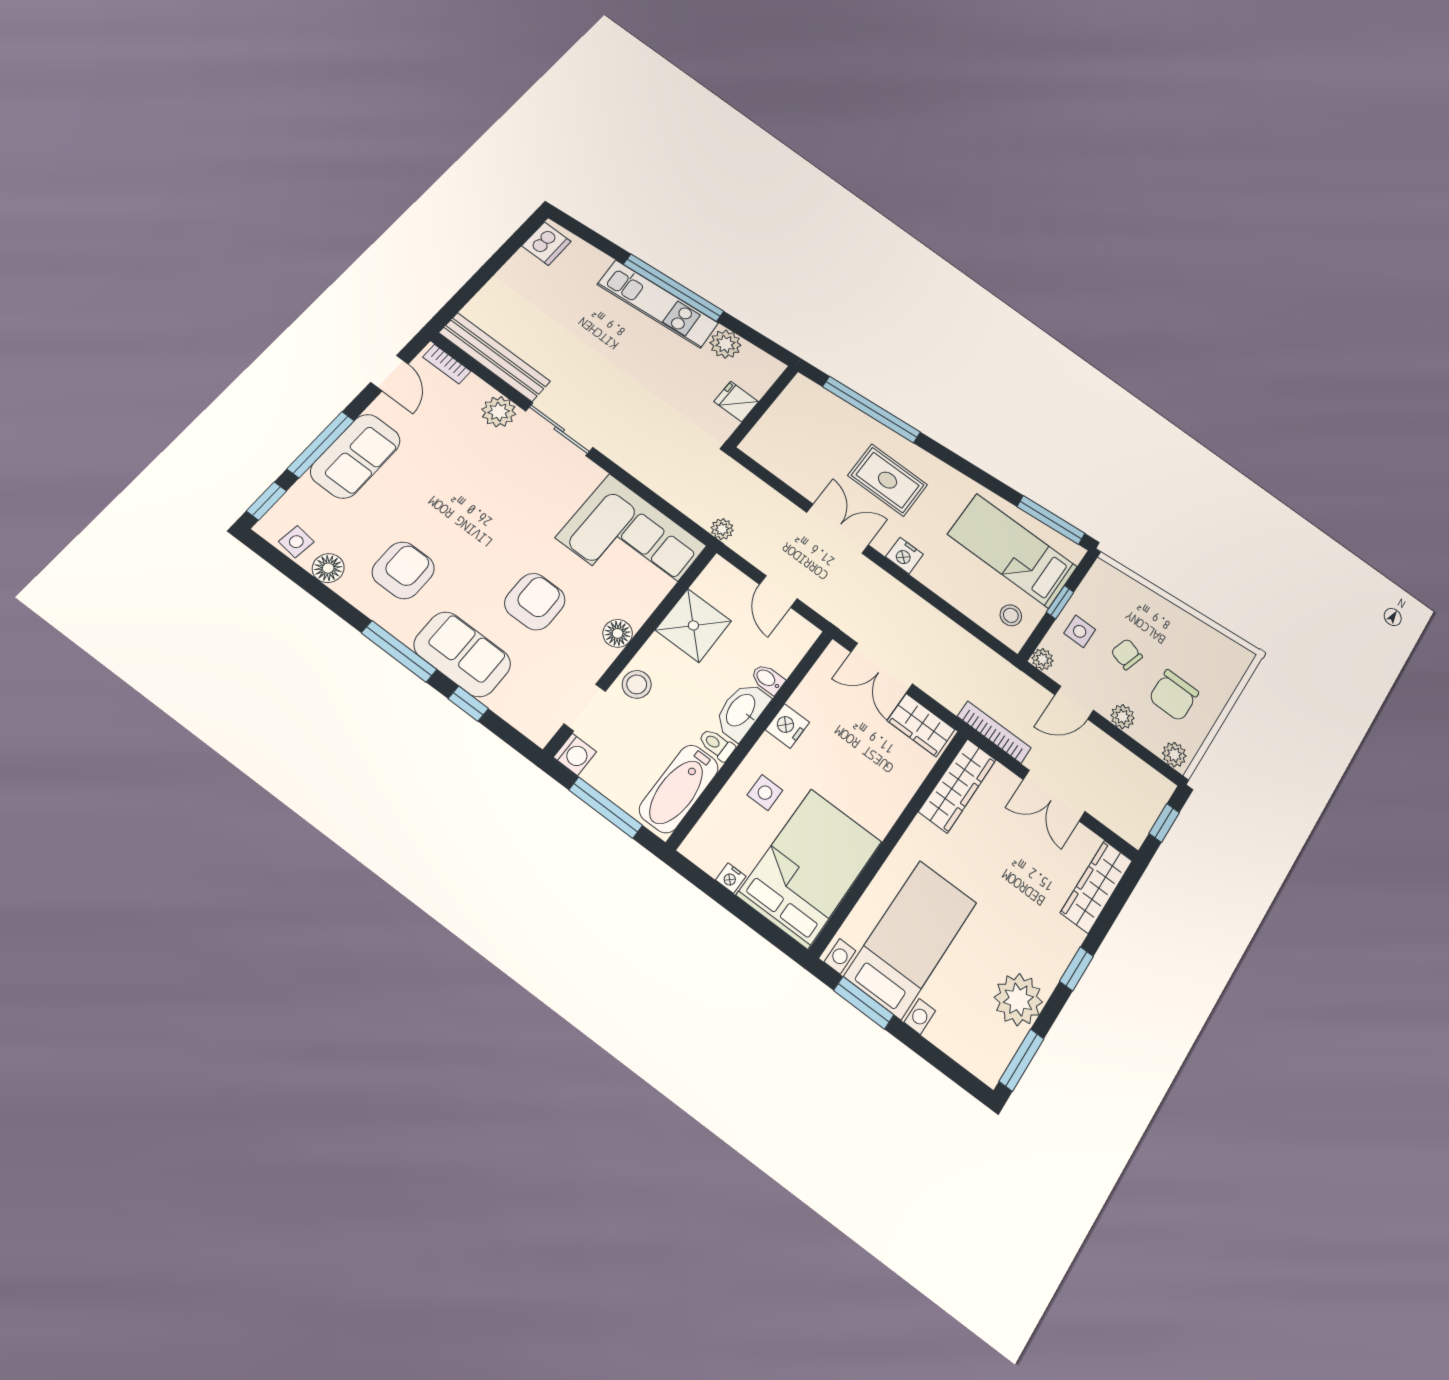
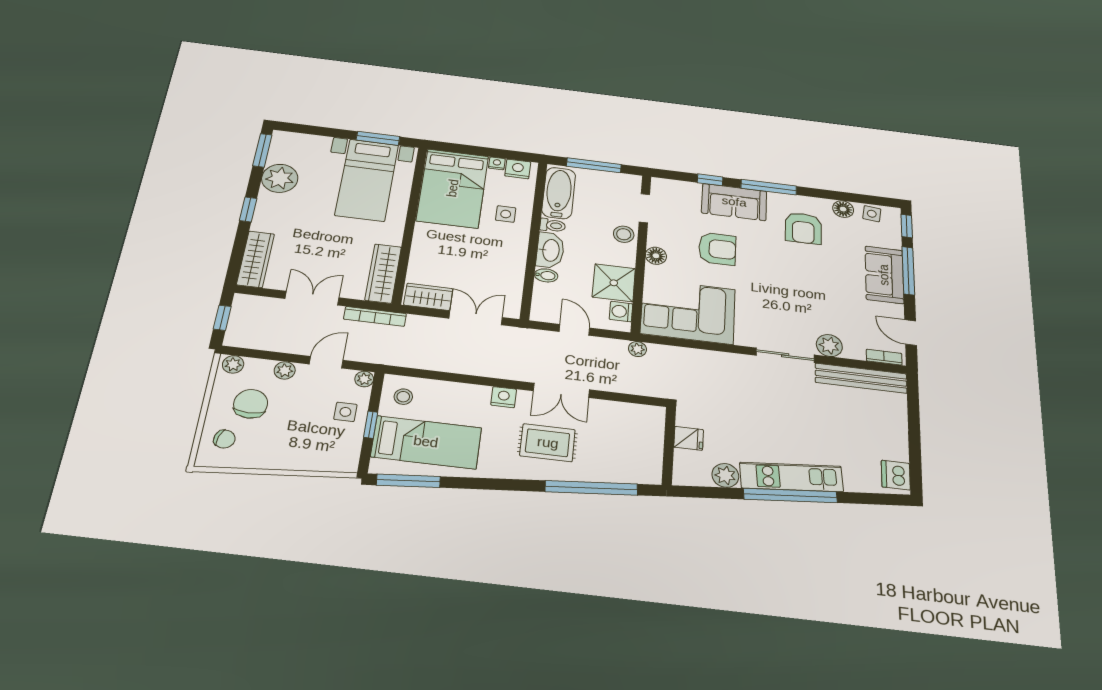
armchair: (535, 602) -> (717, 249), turned -90
chair: (1127, 654) -> (224, 439), moved
nightstand: (787, 726) -> (518, 169), moved, turned -90
washing machine: (575, 754) -> (621, 312), moved

